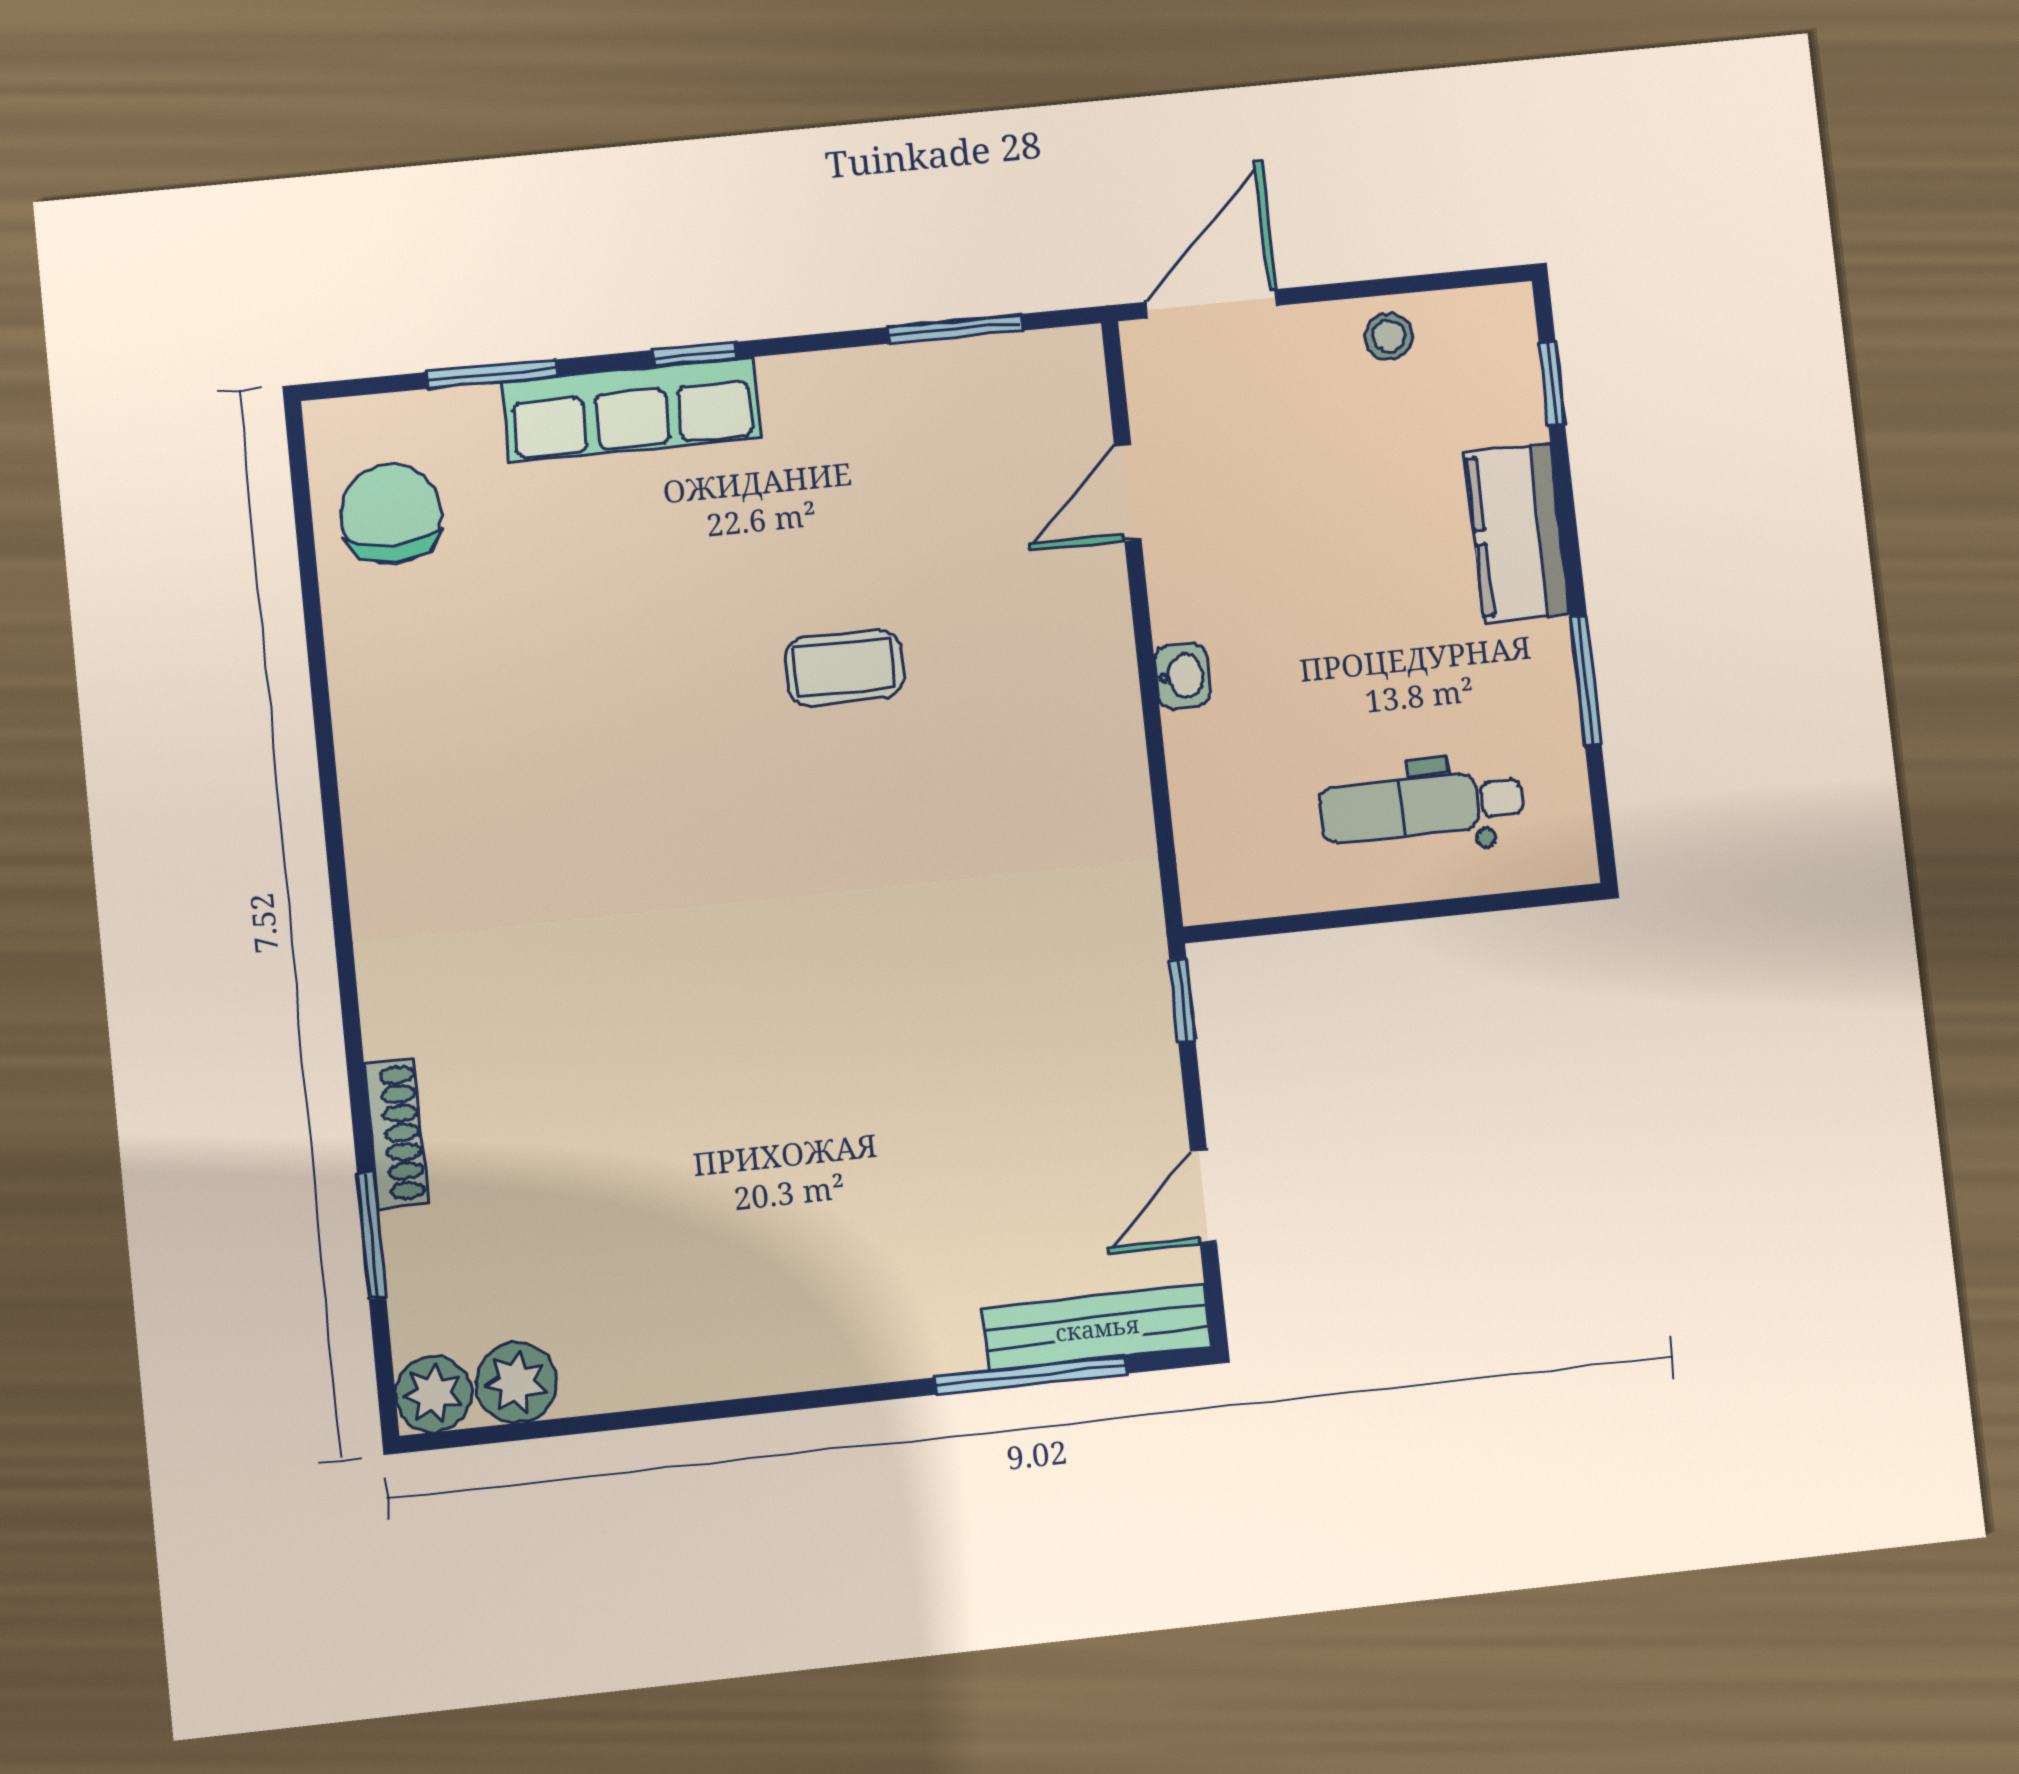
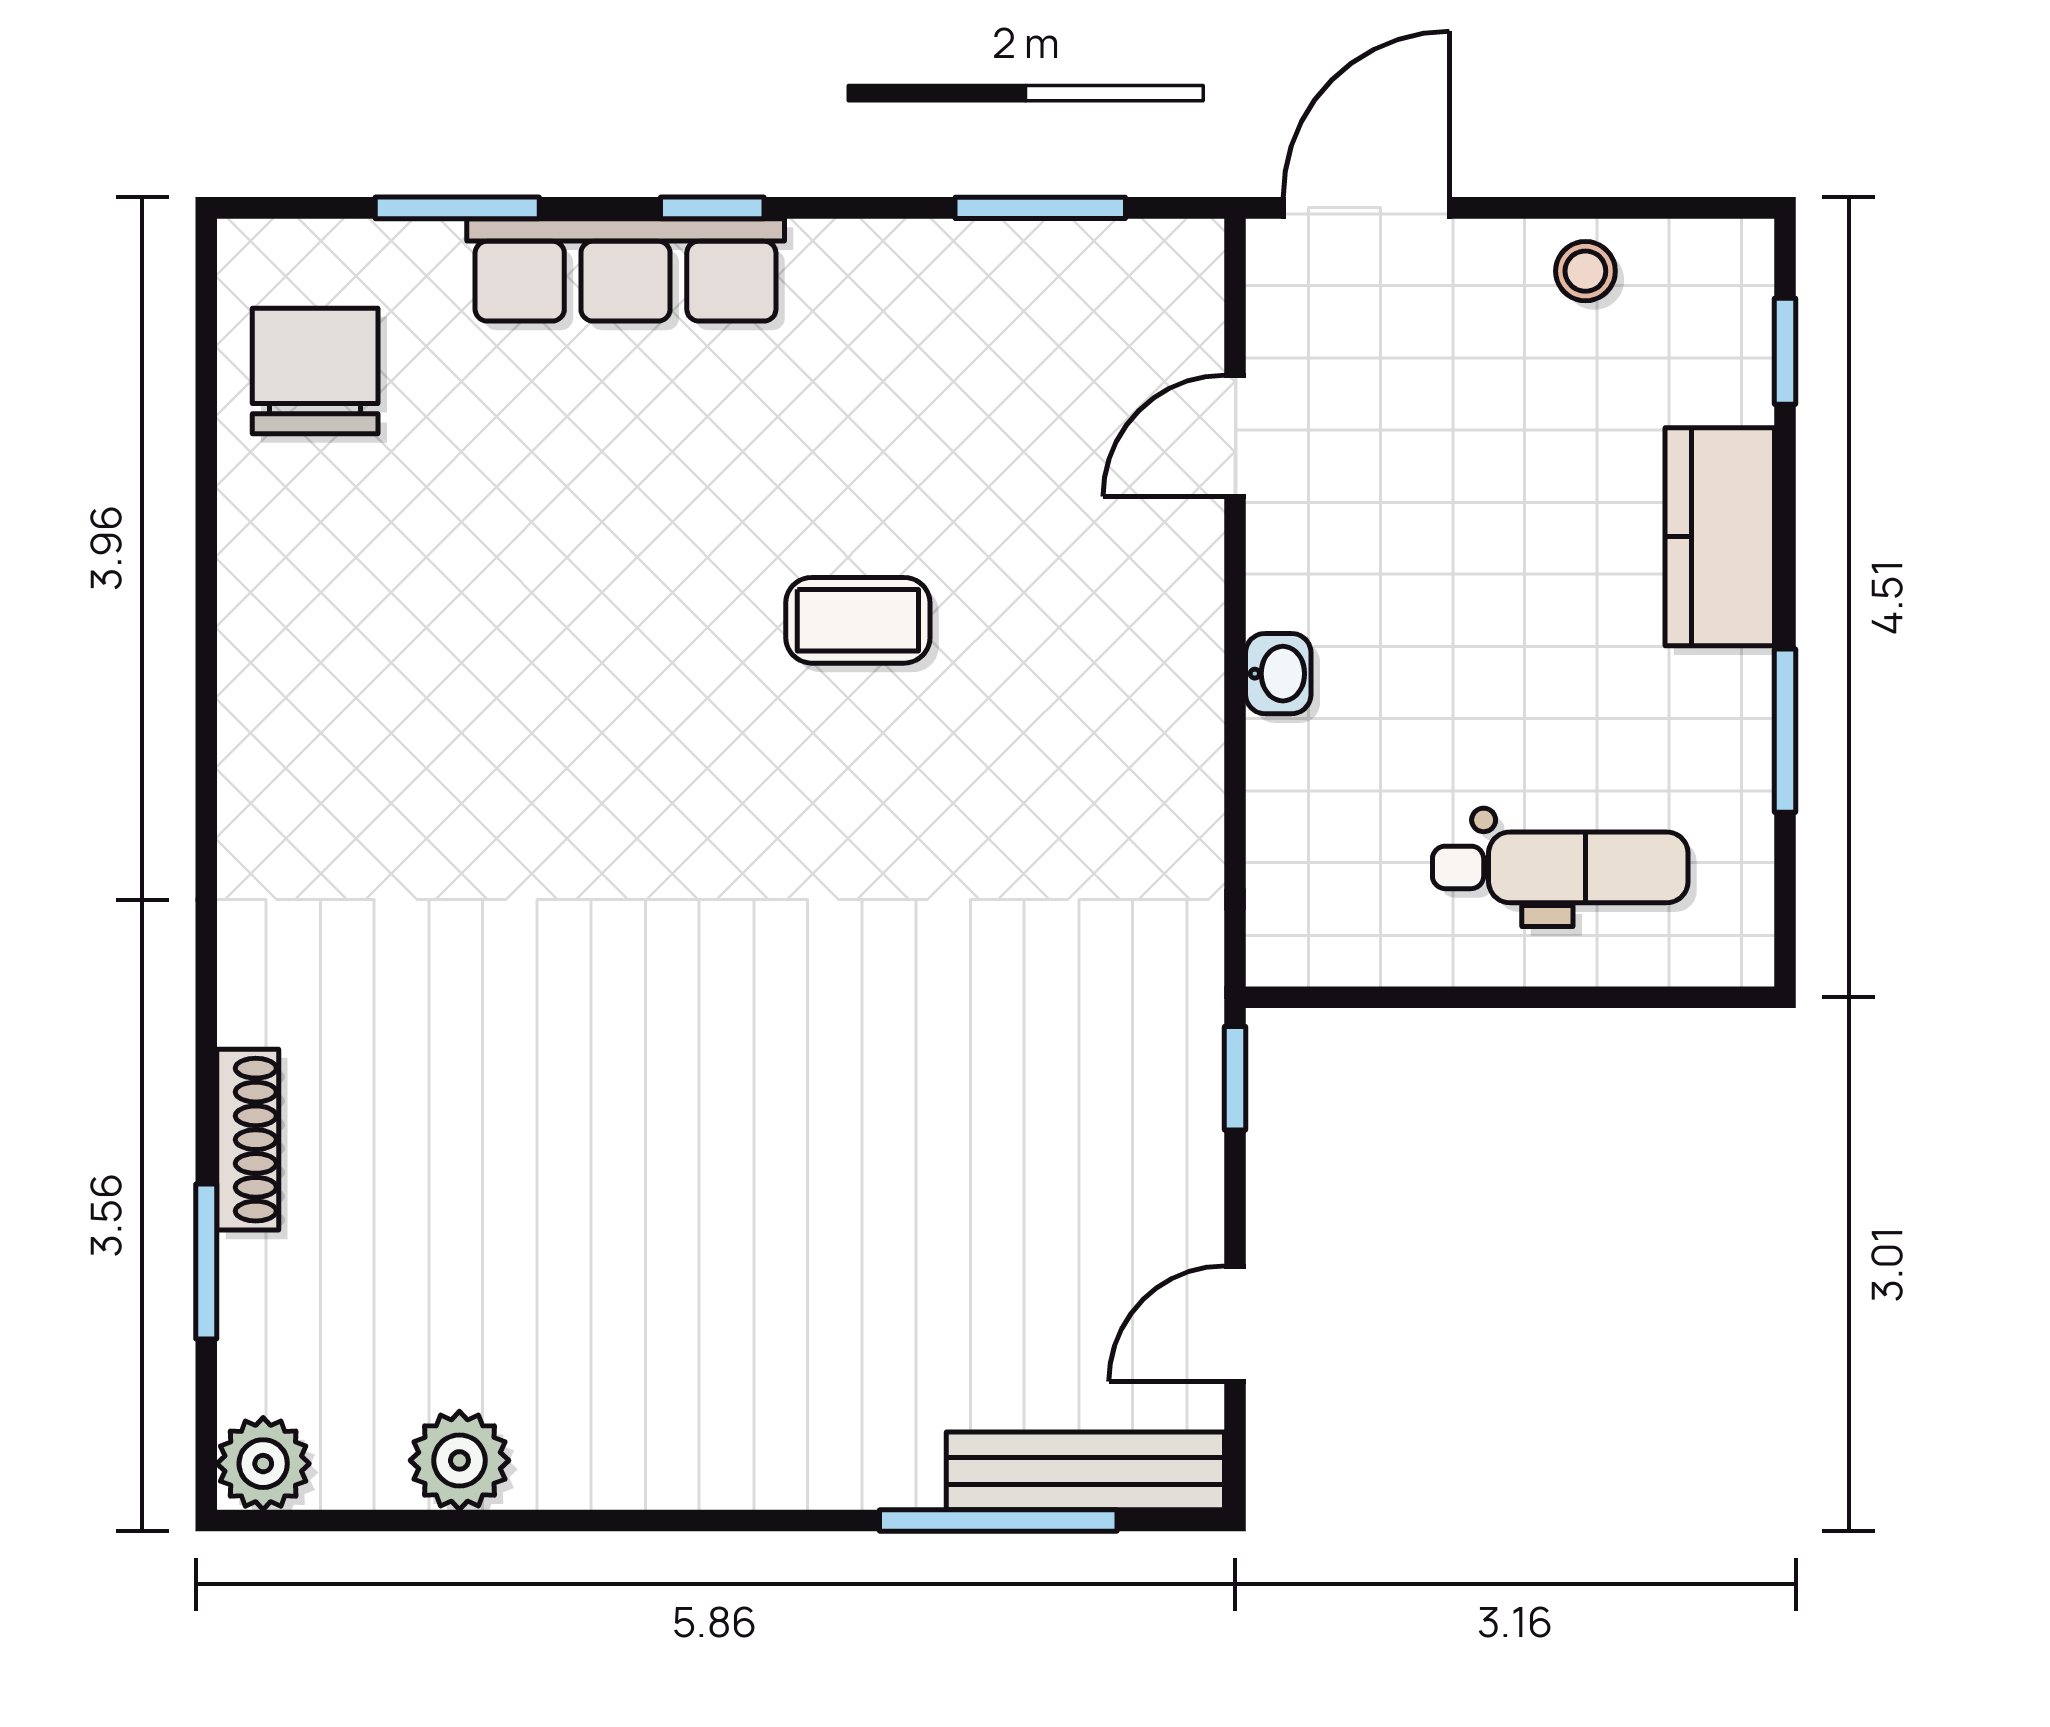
dental chair: (1421, 806) -> (1560, 867), turned 180
plant: (516, 1383) -> (459, 1460), moved

